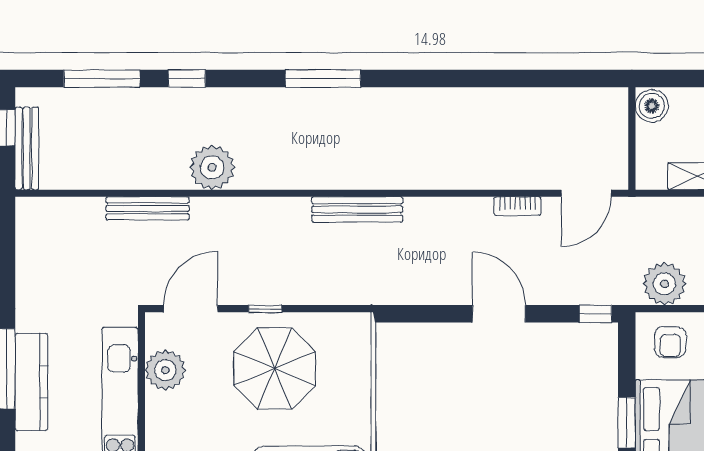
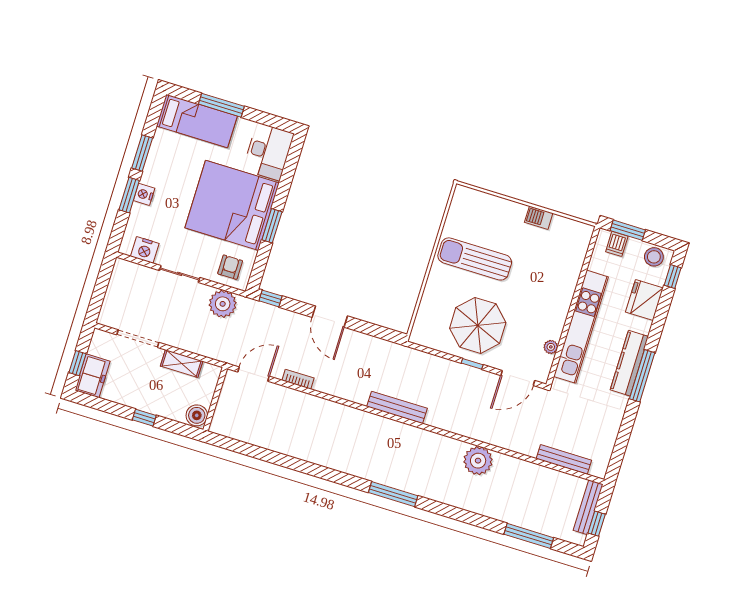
window: (187, 78) -> (477, 520), removed
bench: (148, 208) -> (564, 459), moved
plant: (165, 370) -> (551, 347), width x0.53, depth x0.53

